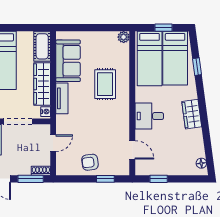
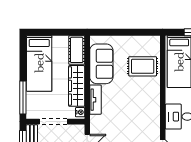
plant: (124, 37) -> (154, 41), removed
rug: (105, 84) -> (143, 66), moved, turned 90

